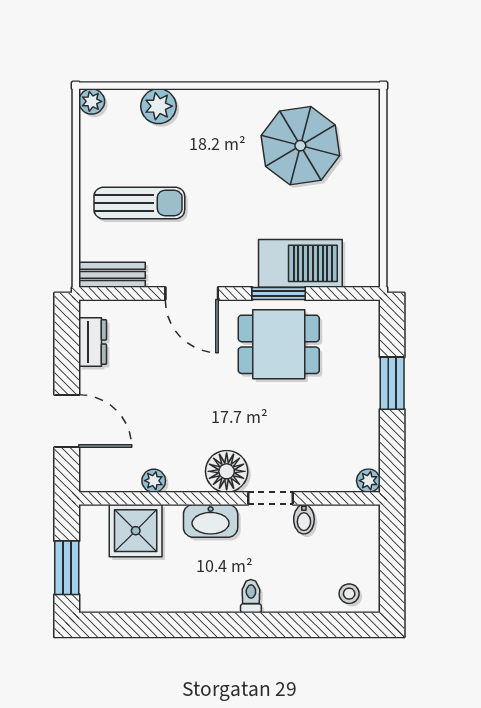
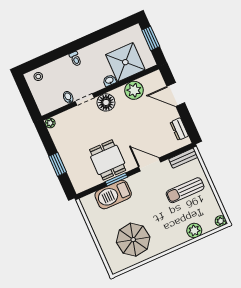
dining table: (279, 344) -> (108, 160), turned 90
plant: (154, 481) -> (134, 90), width x1.88, depth x1.88
washbasin: (211, 521) -> (109, 80), width x0.52, depth x0.69
shower: (136, 531) -> (125, 62), width x1.37, depth x1.37

